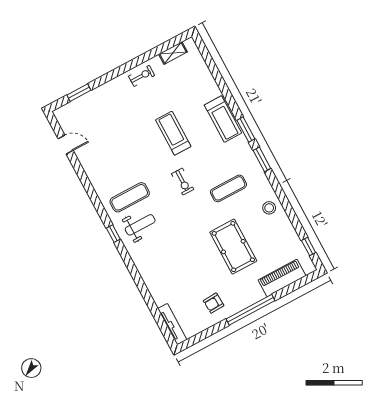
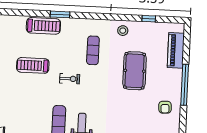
window: (262, 159) -> (87, 16), removed
window: (309, 246) -> (149, 19), moved
pool table: (233, 247) -> (135, 71), turned 90

